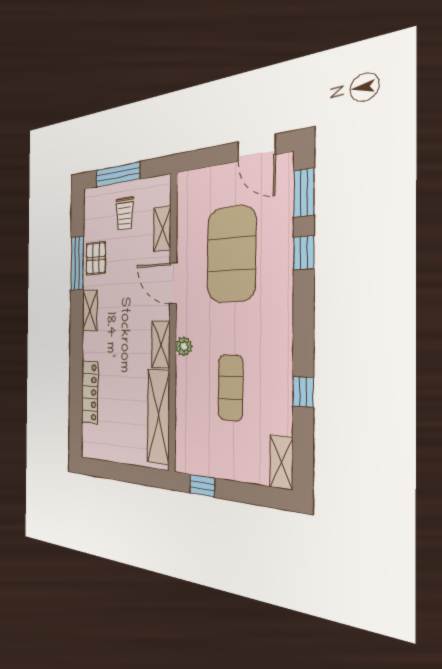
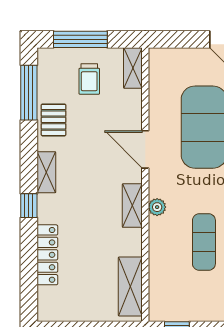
shelving: (162, 229) -> (133, 68), moved
window: (77, 263) -> (29, 93), moved
window: (76, 343) -> (29, 206), added
shelving: (158, 416) -> (130, 286), width x0.68

